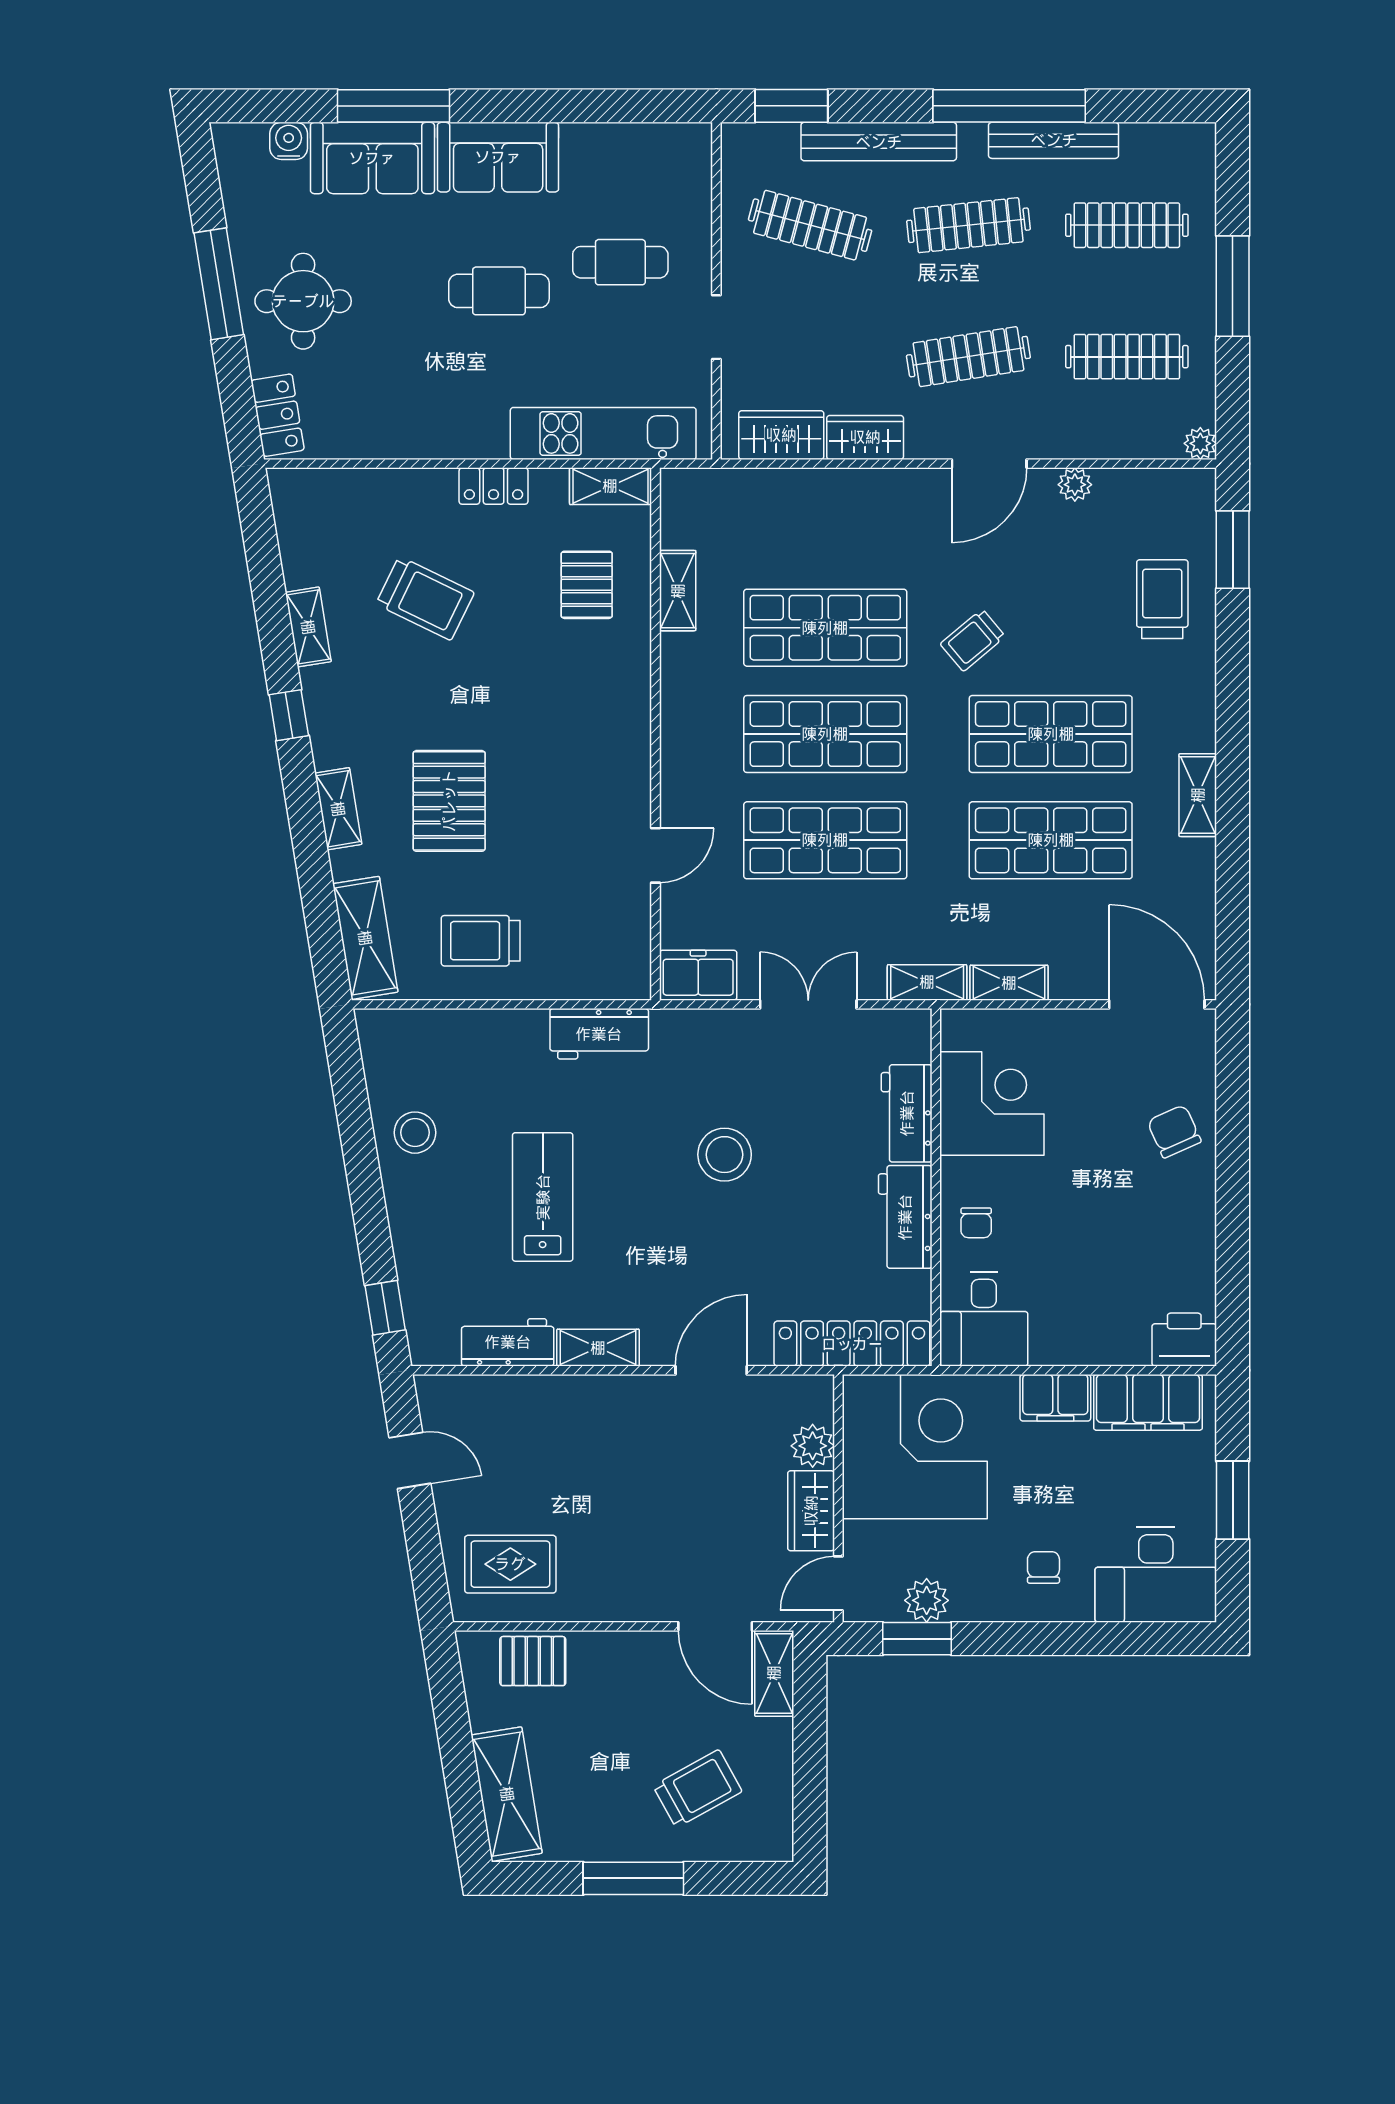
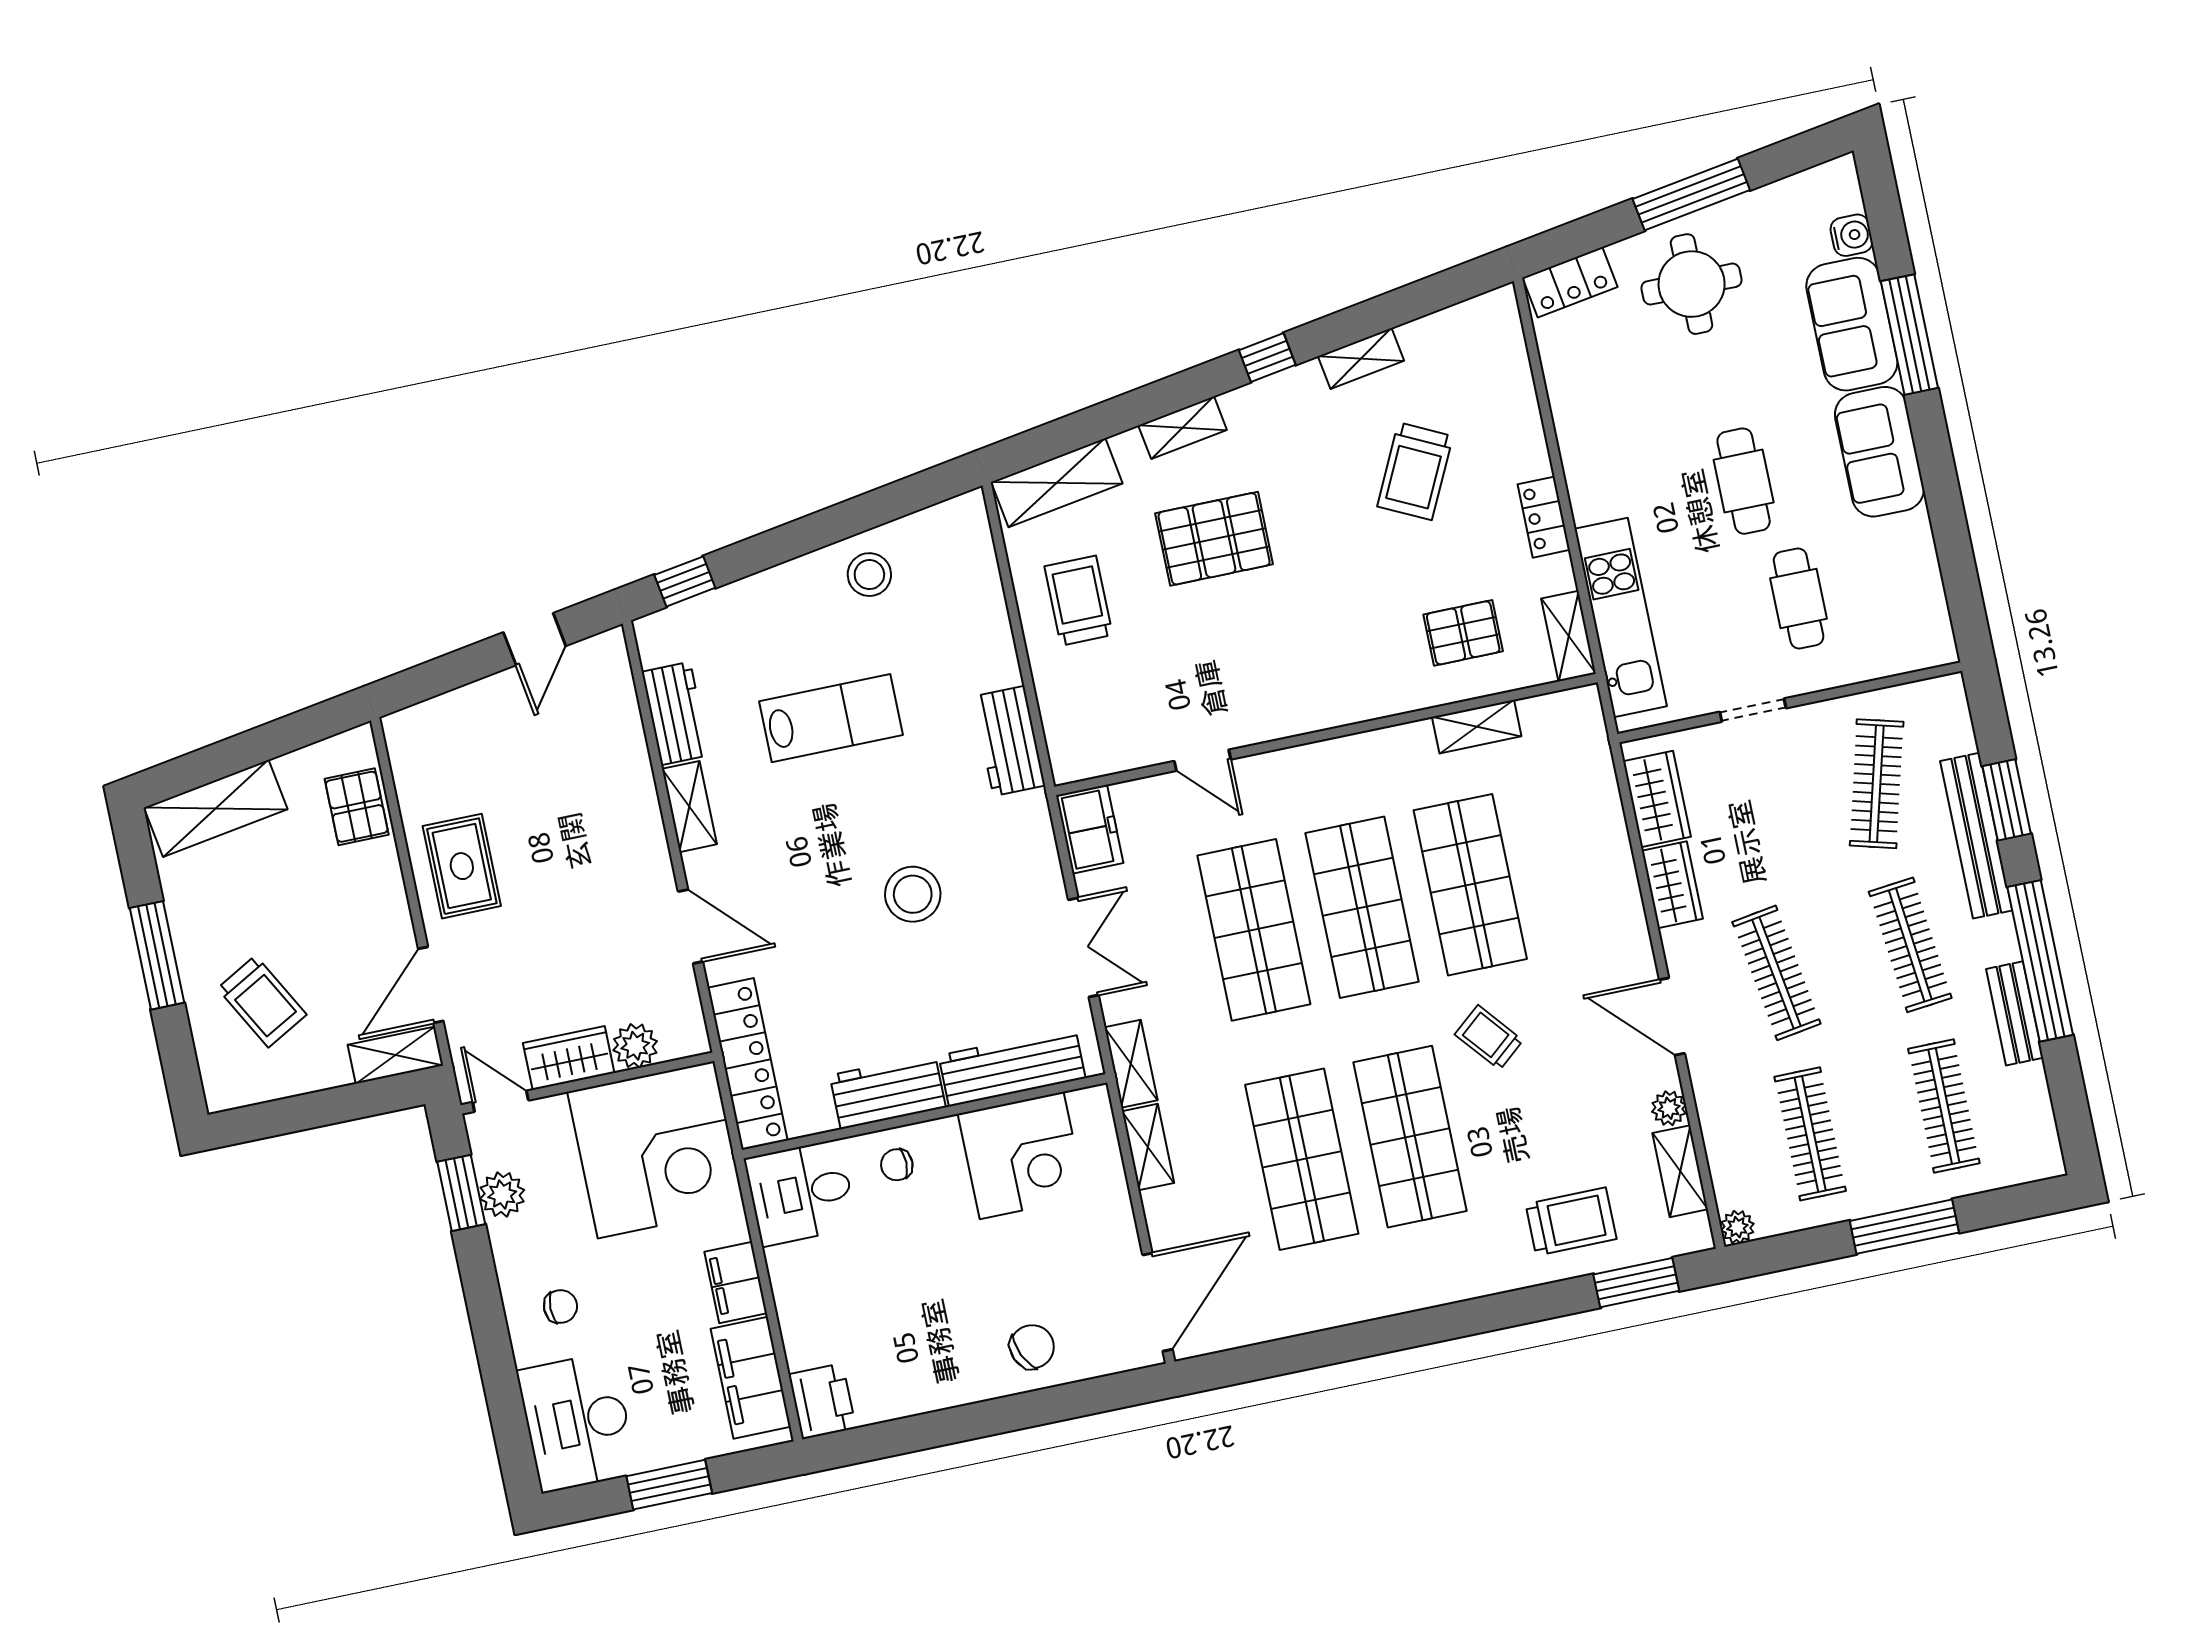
window: (791, 106) -> (2007, 800), moved
bench: (1054, 140) -> (2015, 1013), width x0.73
shelving: (1198, 795) -> (1680, 1171), moved, turned 90
workbench: (907, 1113) -> (1012, 1067), width x1.38
rug: (510, 1564) -> (462, 866), moved

